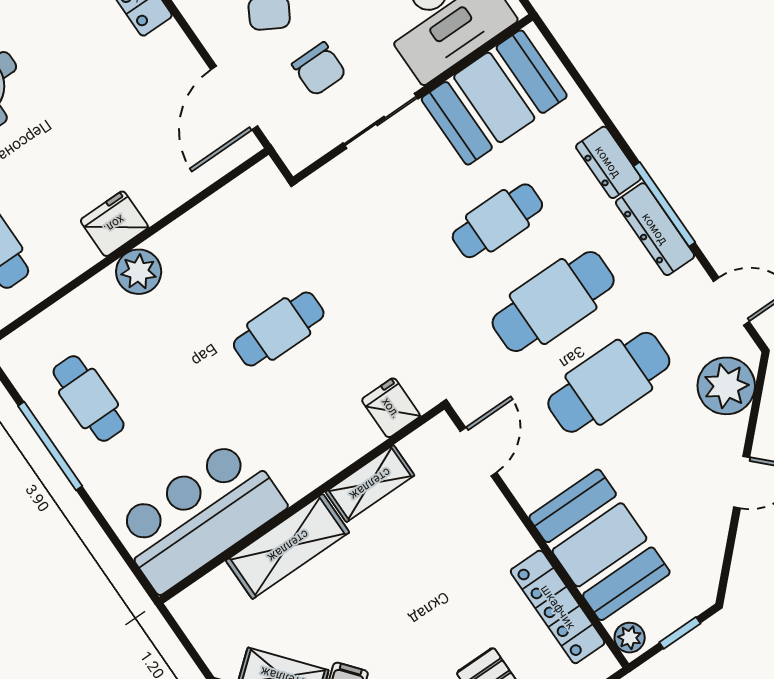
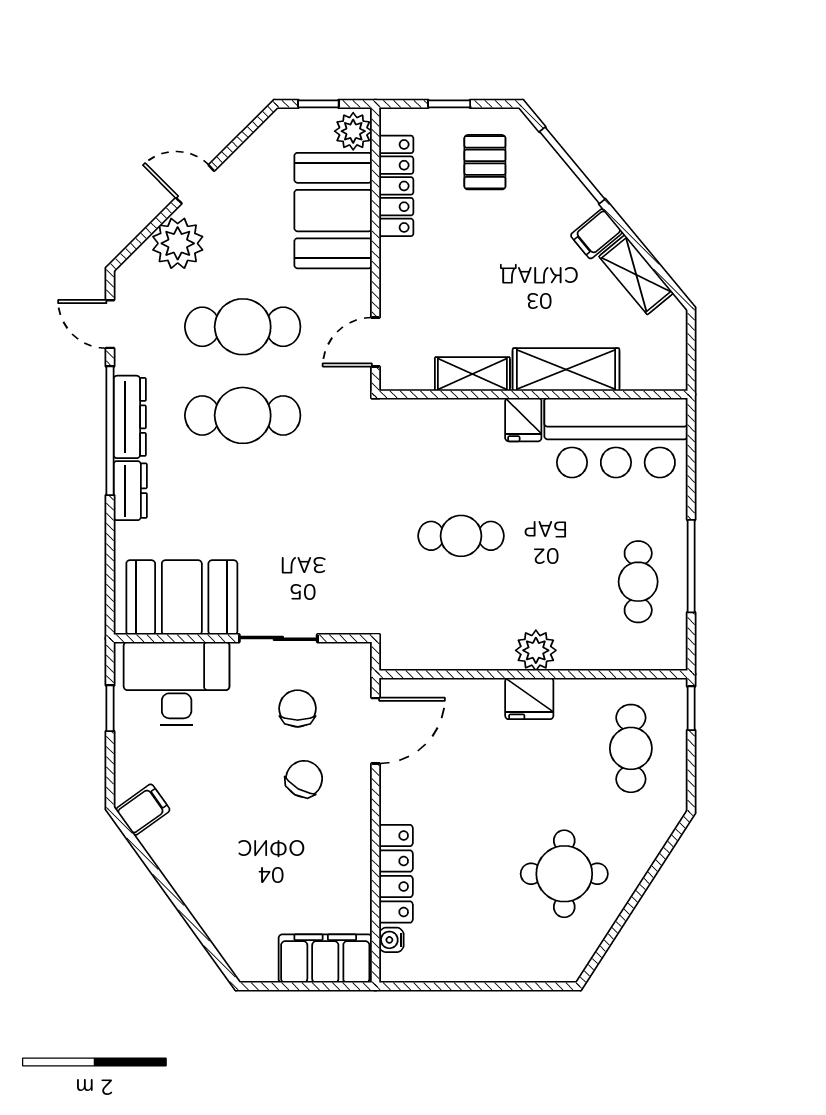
window: (664, 204) -> (110, 431), width x1.46
cafe table: (497, 221) -> (243, 504), removed
plant: (726, 386) -> (178, 243), moved
fridge: (391, 408) -> (523, 420), moved
plant: (630, 638) -> (353, 131), width x1.38, depth x1.38

